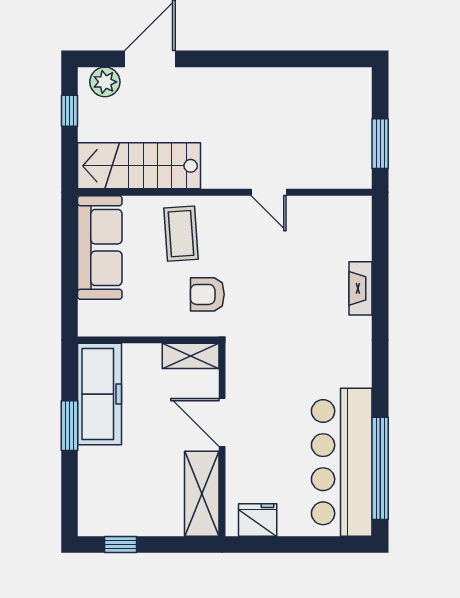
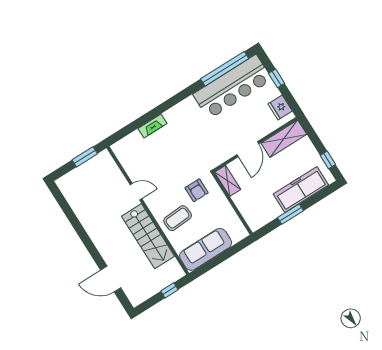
plant: (105, 82) -> (133, 292), removed
window: (70, 111) -> (169, 290), moved
stairs: (139, 166) -> (148, 236), moved
door: (269, 192) -> (136, 192), hinge flipped
freezer: (100, 394) -> (301, 190), moved
window: (310, 544) -> (277, 78), added

